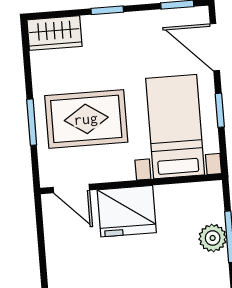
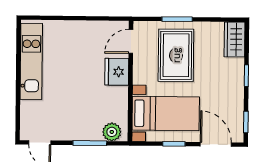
door: (215, 47) -> (216, 144), hinge flipped
fridge: (127, 211) -> (117, 72), width x0.73, depth x0.75
plant: (213, 238) -> (112, 132), moved

